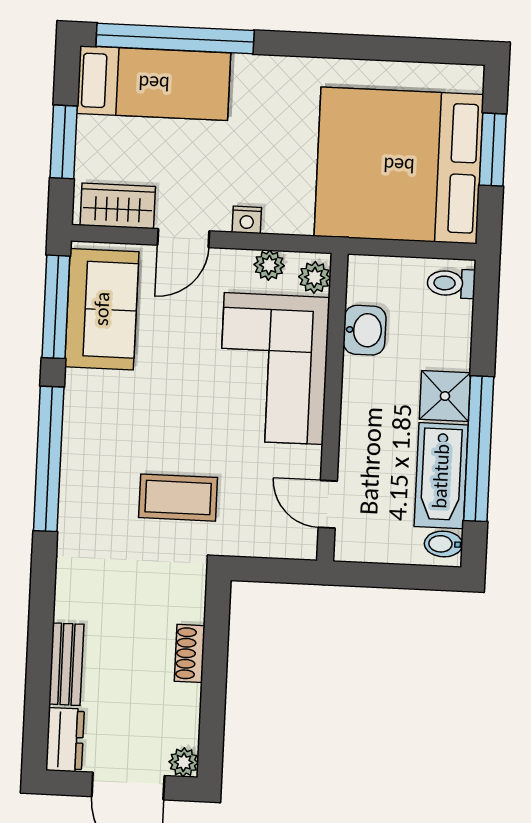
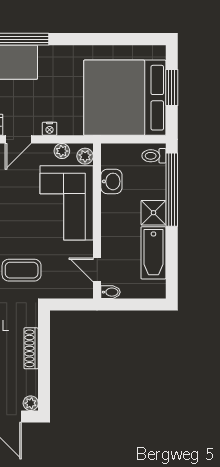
window: (479, 449) -> (172, 190), moved
bidet: (443, 544) -> (111, 292), moved, turned 180
shoe rack: (190, 653) -> (31, 348), width x1.43

